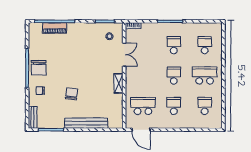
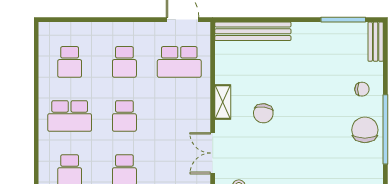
chair: (72, 94) -> (263, 113), moved
bench: (86, 123) -> (253, 31), moved

